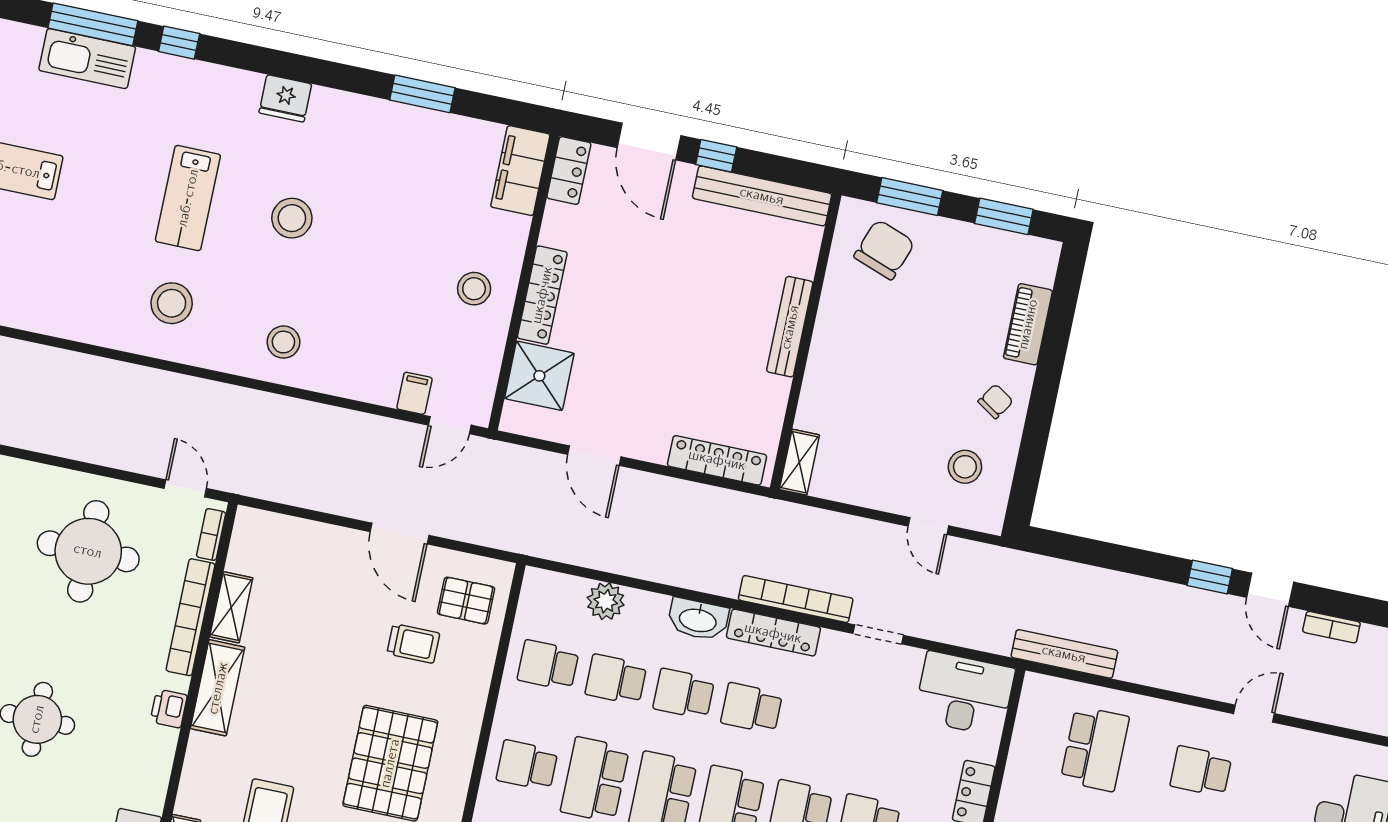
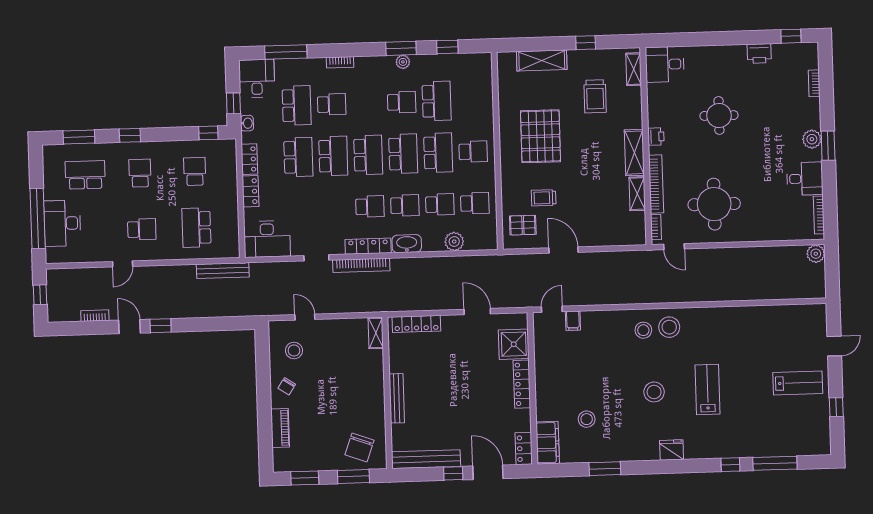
kitchen sink: (87, 59) -> (774, 446), removed
stool: (474, 289) -> (587, 419), moved
stool: (172, 303) -> (669, 327), moved

